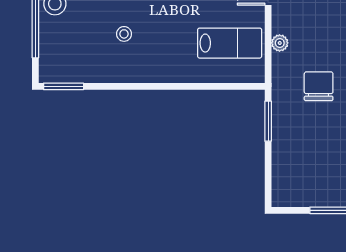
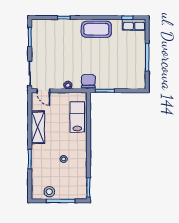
lab bench: (230, 43) -> (77, 117), moved
chair: (319, 86) -> (88, 81), moved, turned 90

